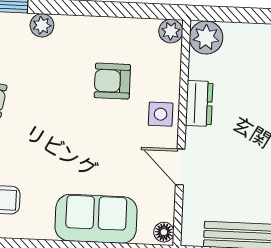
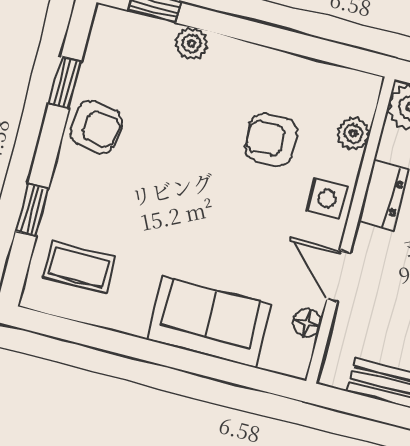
plant: (171, 31) -> (353, 134), moved
floor lamp: (164, 232) -> (307, 323), moved

